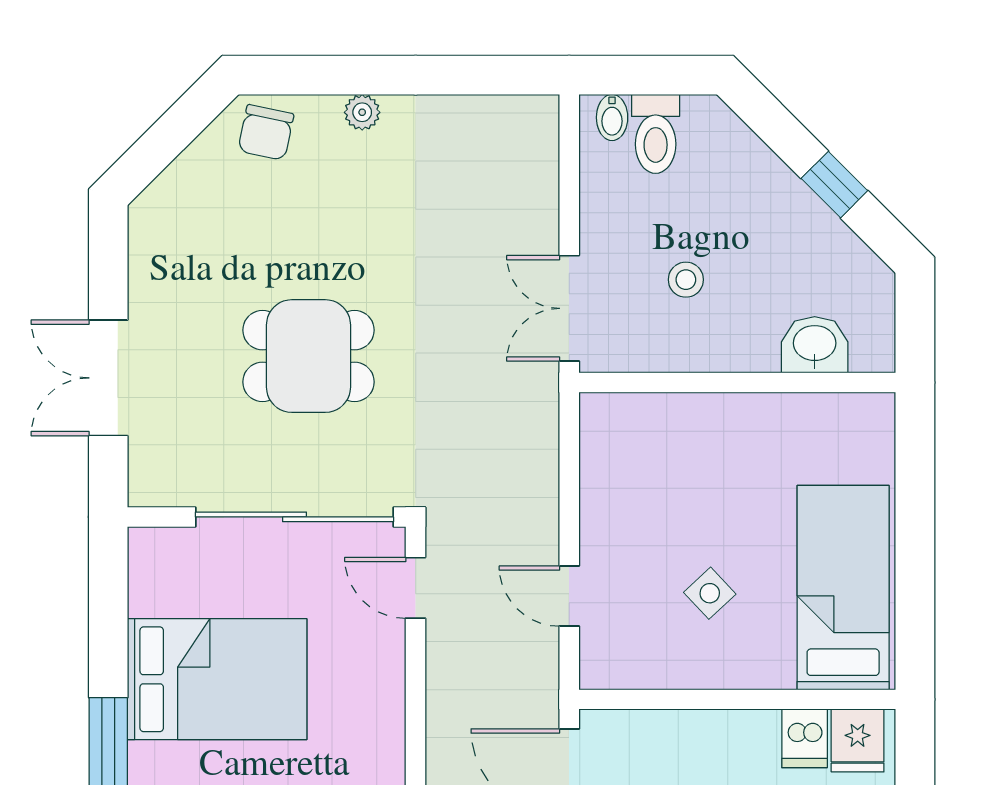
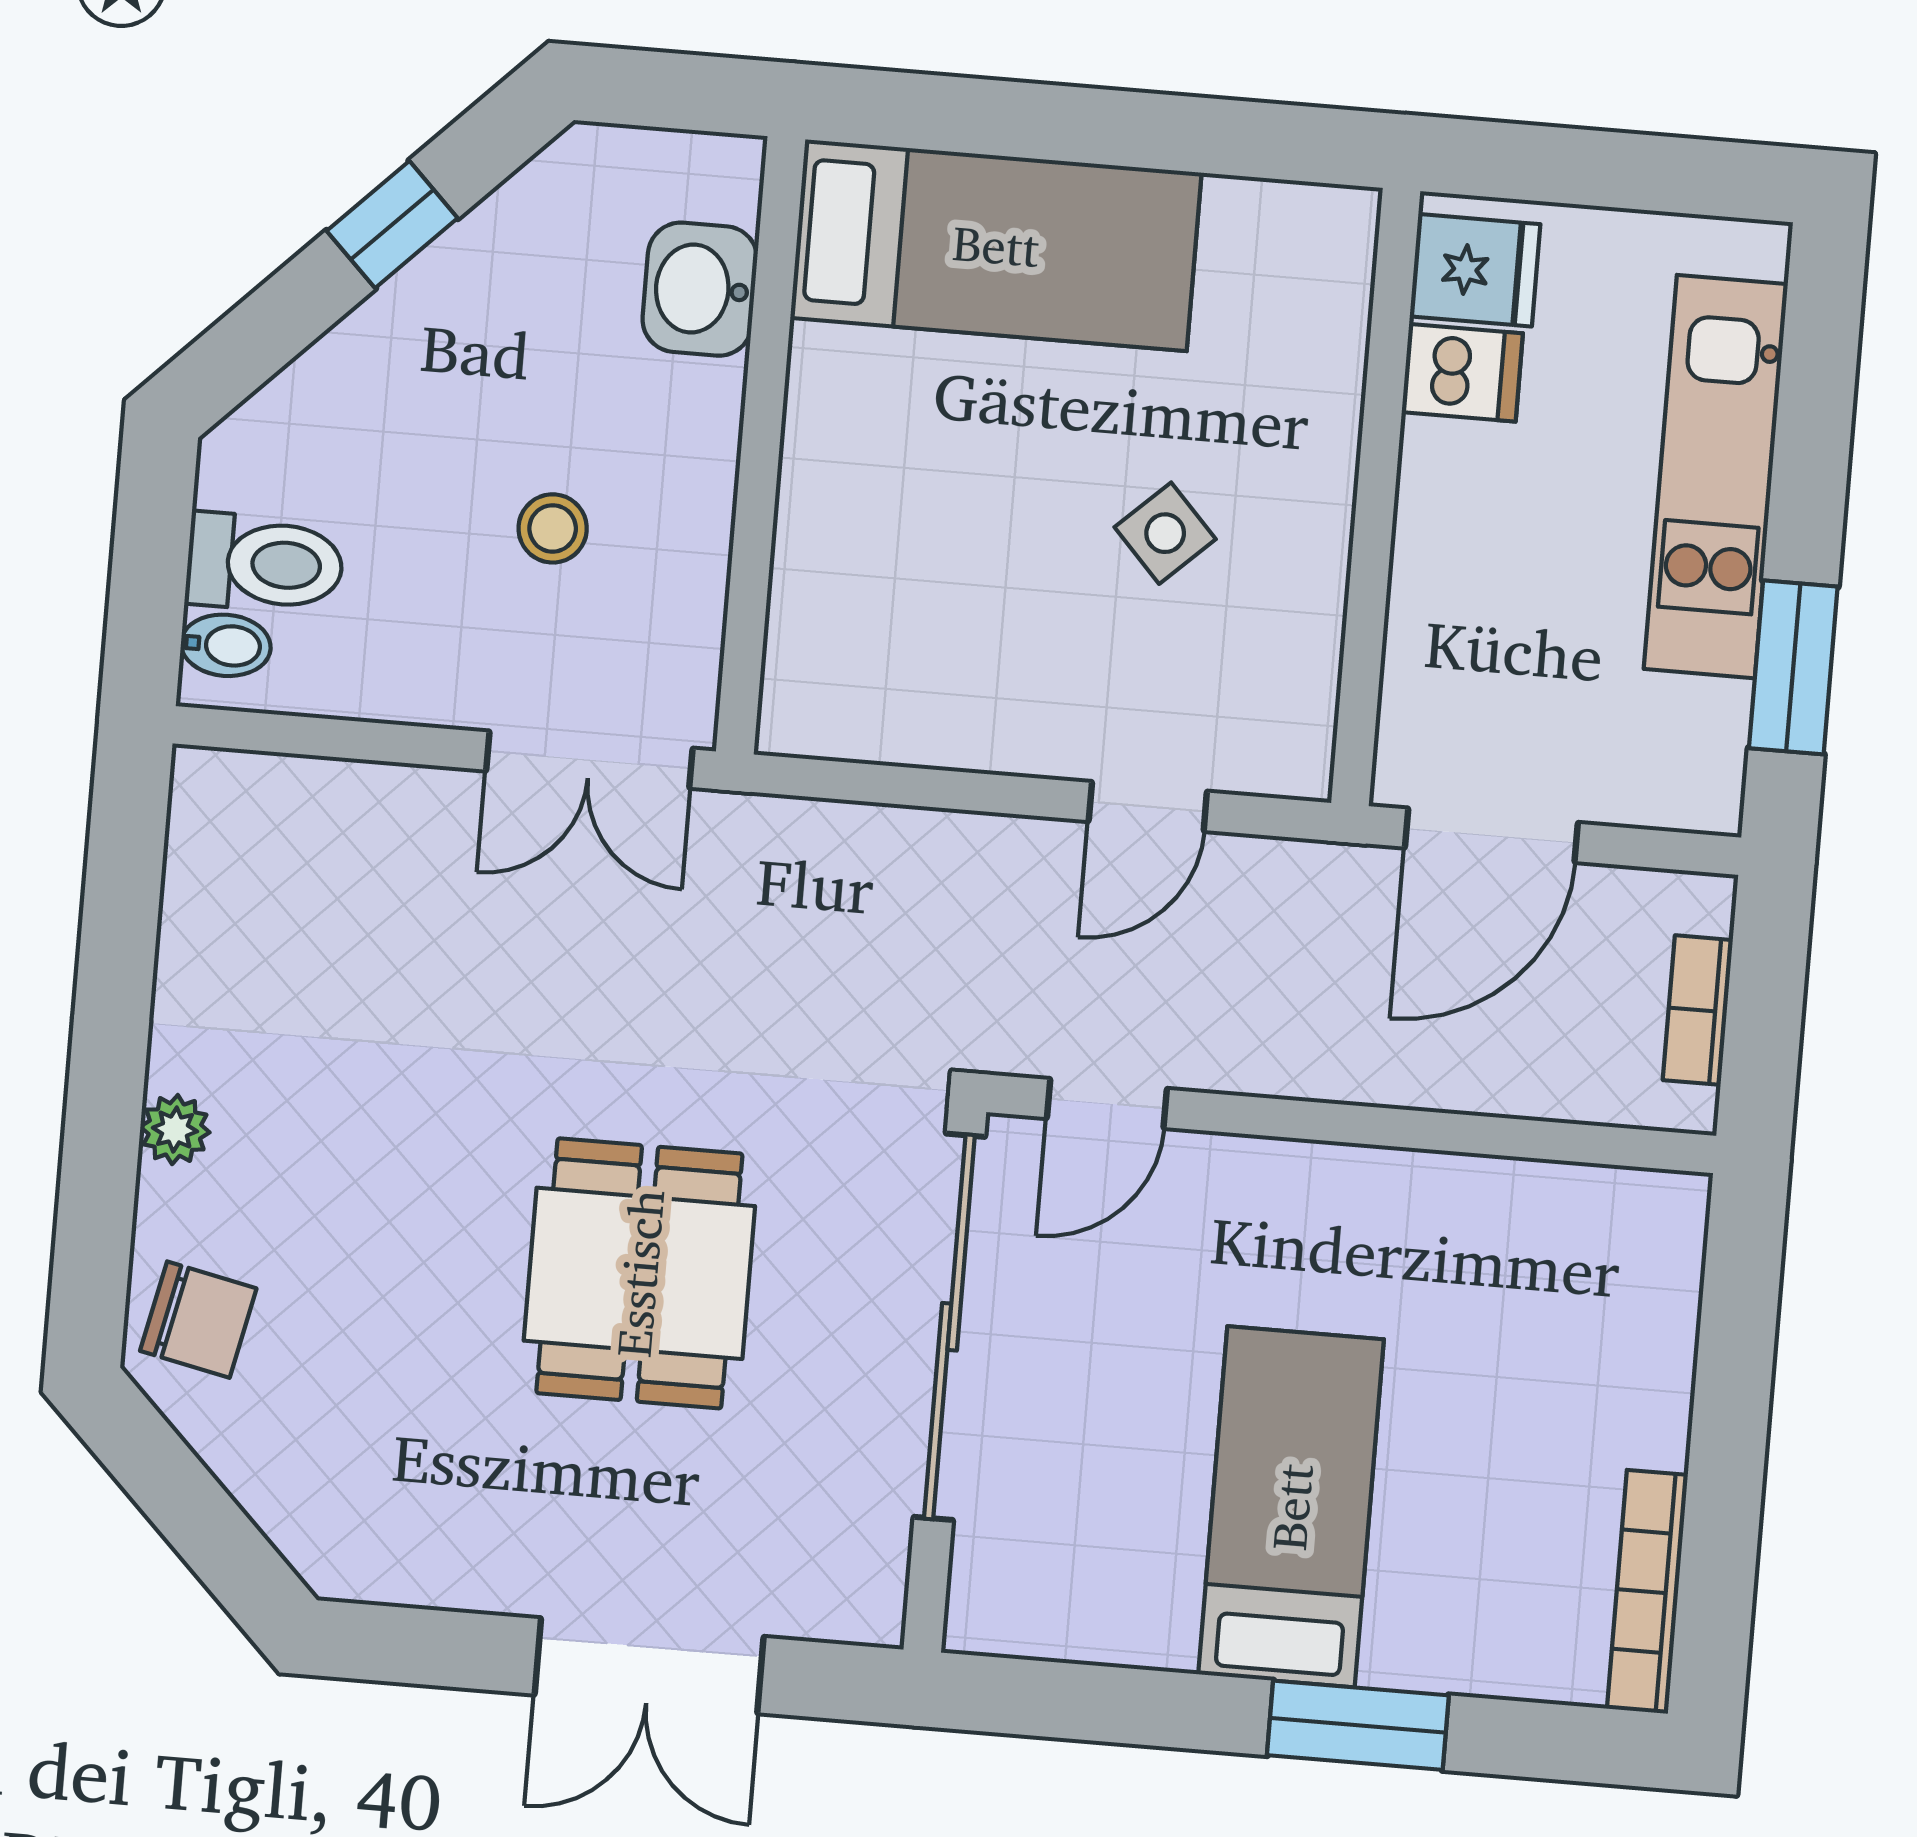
bed: (843, 588) -> (996, 245), moved, turned 180
bed: (217, 679) -> (1291, 1507), width x0.67

